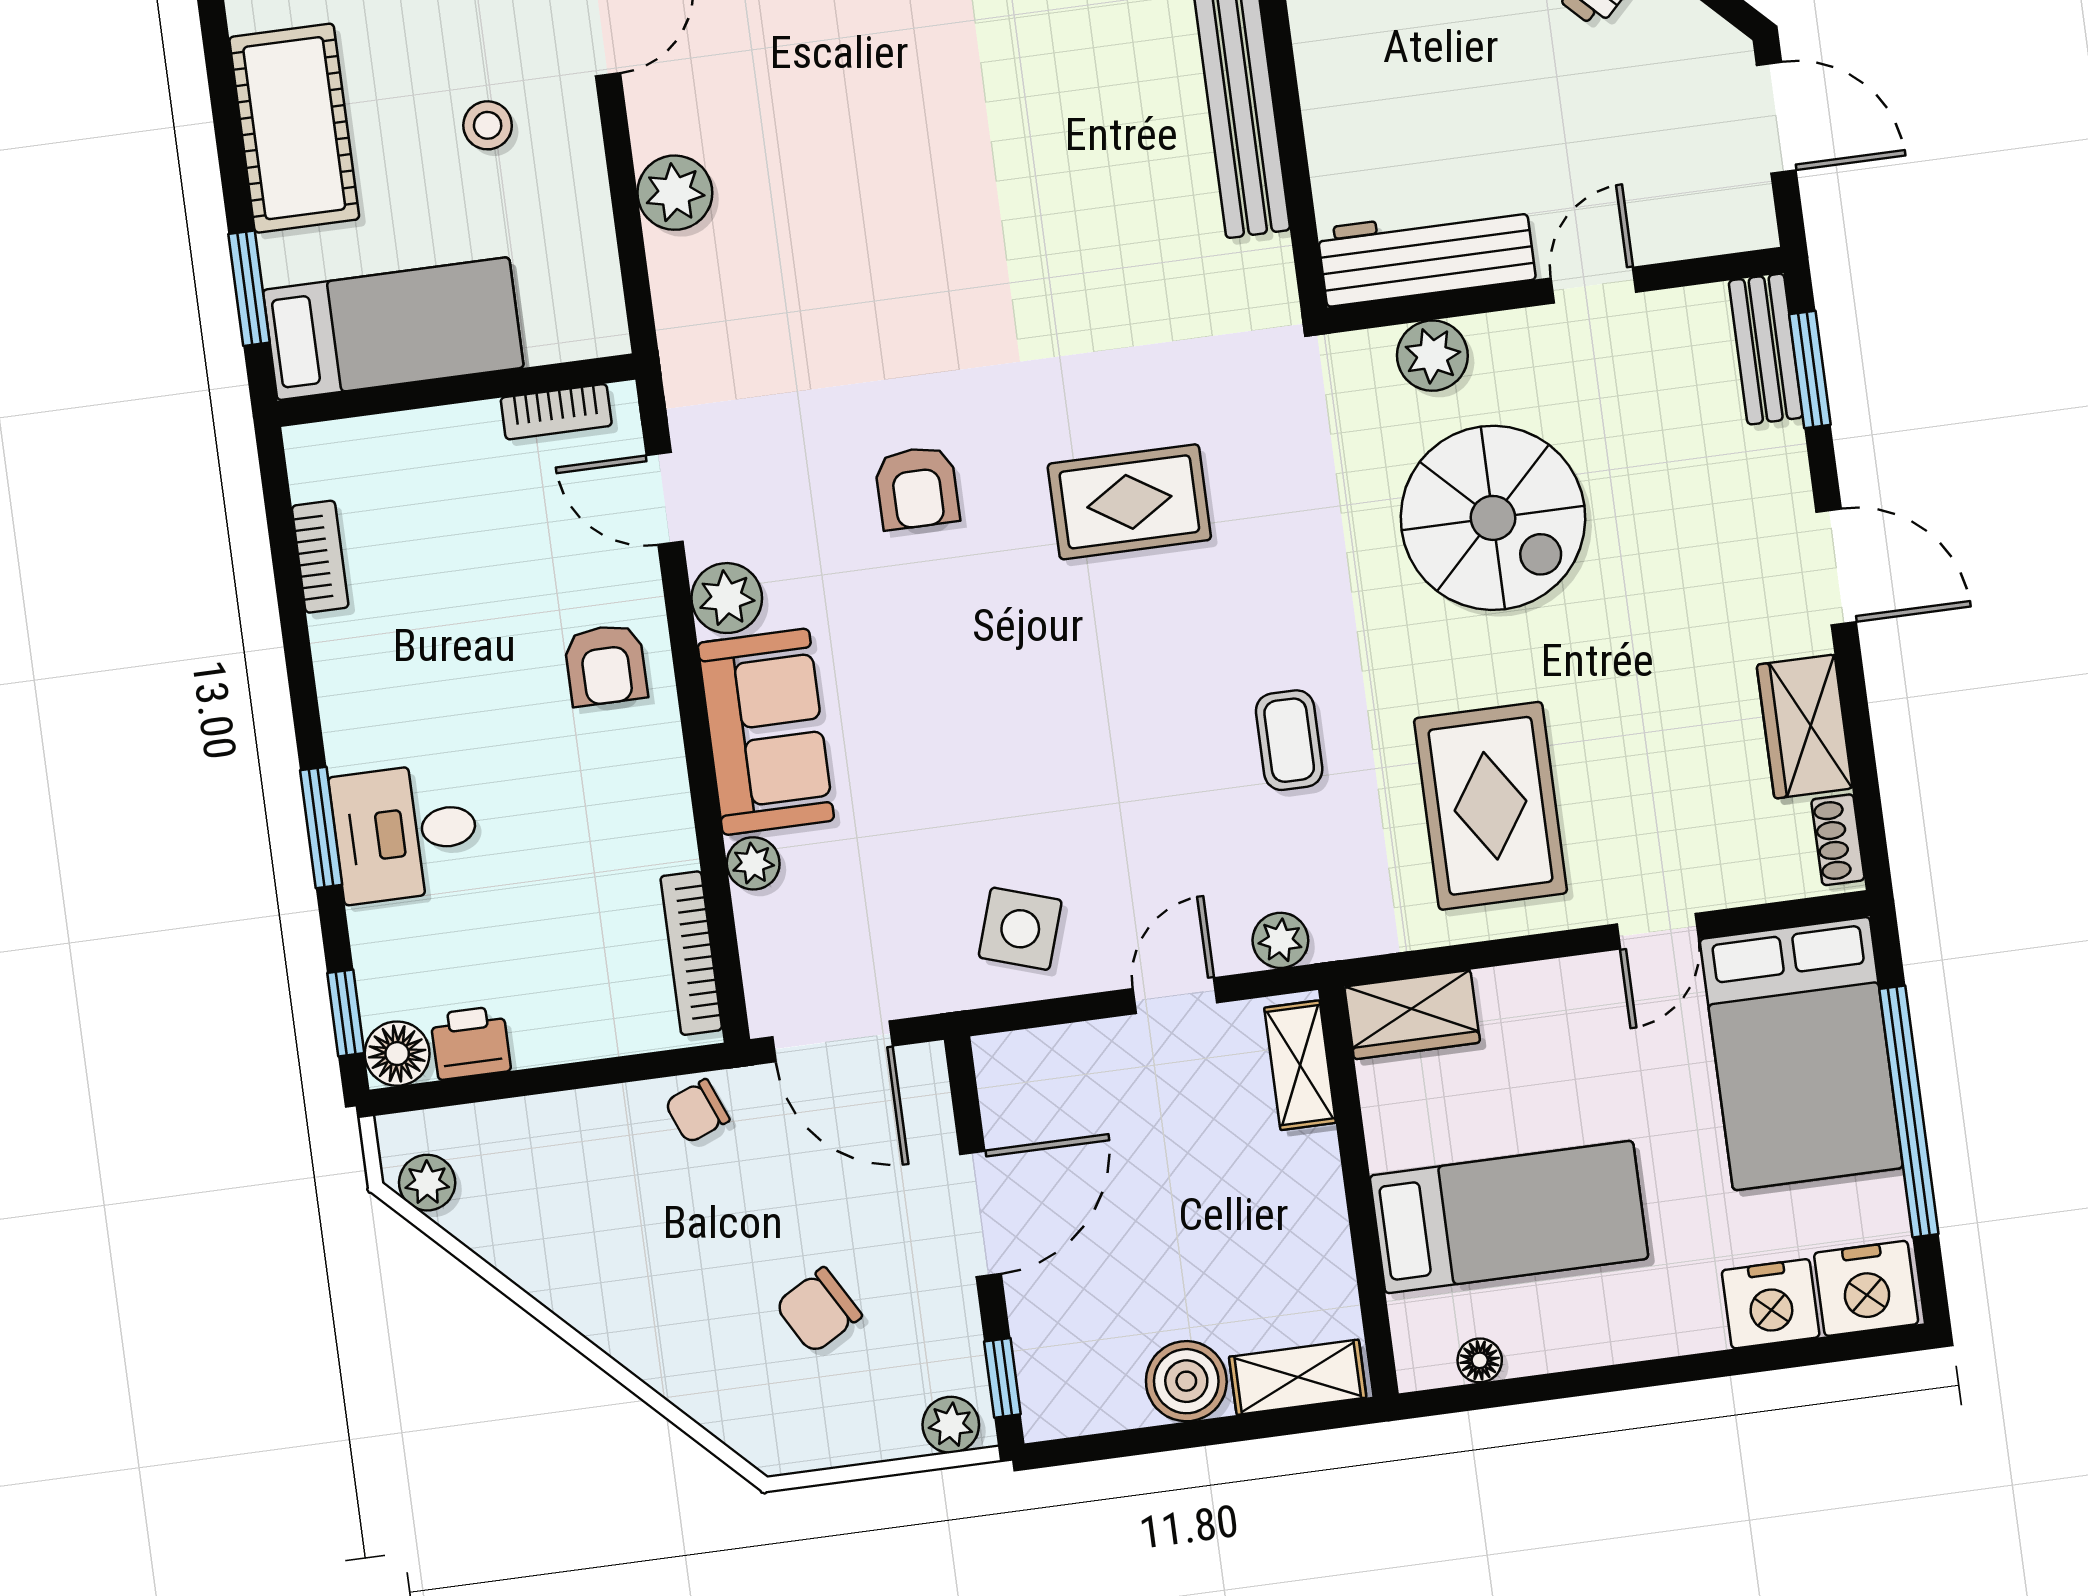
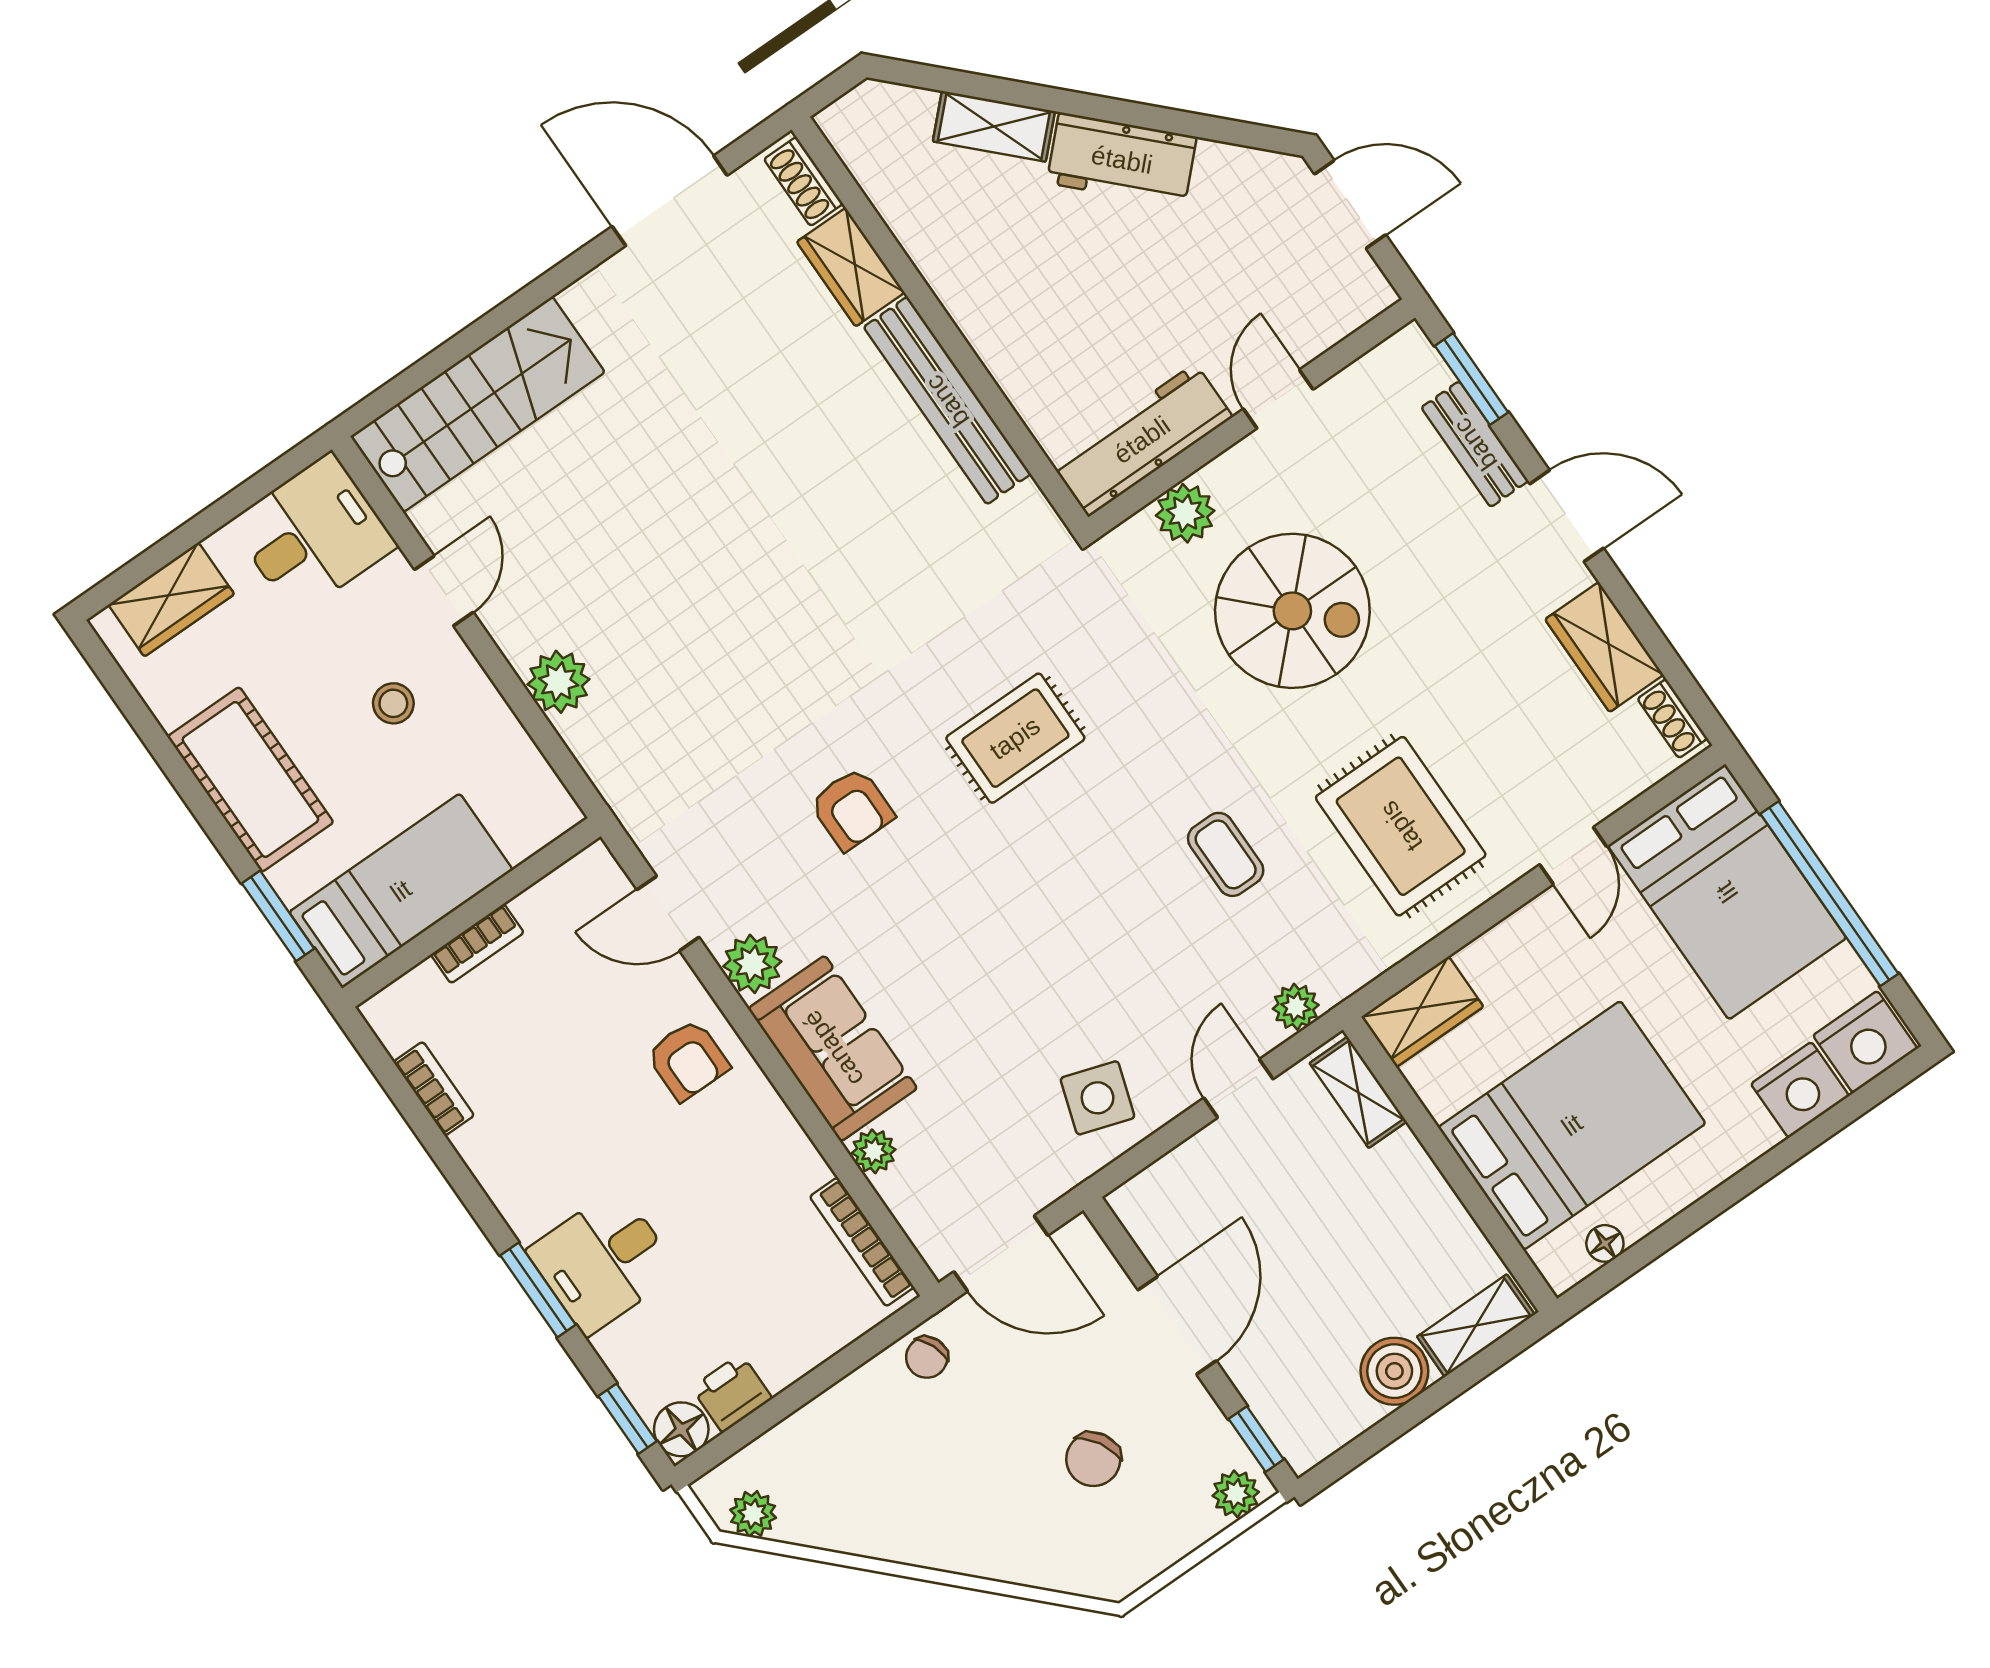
bench: (1766, 349) -> (1475, 444), moved
bookcase: (556, 412) -> (477, 944), moved
bed: (1509, 1217) -> (1572, 1125), width x1.50

